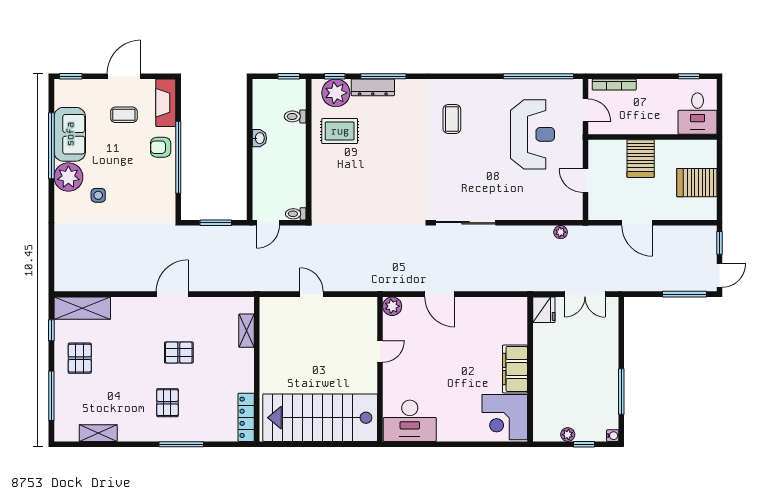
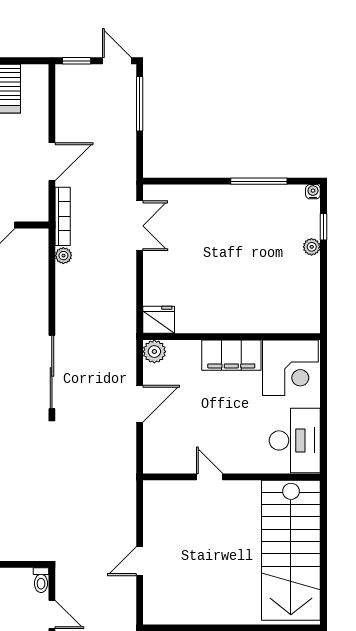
bookcase: (593, 231) -> (63, 216), added
plant: (392, 306) -> (154, 352), moved
fridge: (544, 310) -> (159, 320), moved
filing cabinet: (515, 369) -> (231, 355), moved
wall: (530, 369) -> (232, 337), moved
corner desk: (505, 417) -> (290, 368), moved

